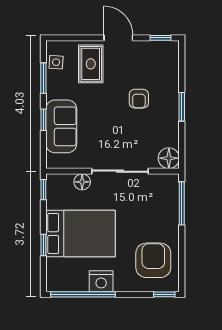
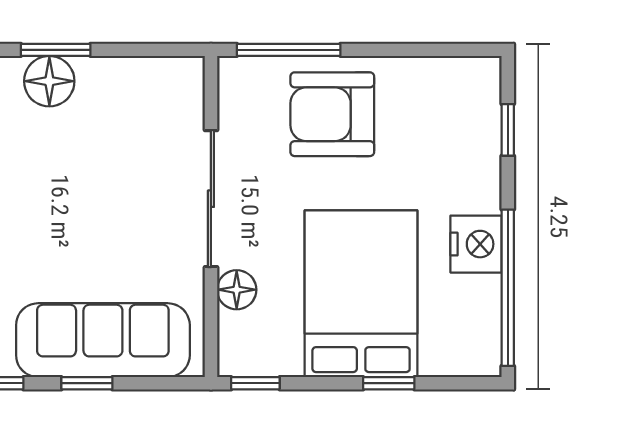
armchair: (139, 99) -> (36, 153), removed
sofa: (61, 126) -> (103, 340), width x1.36
floor lamp: (169, 158) -> (49, 81), moved
armchair: (153, 260) -> (332, 114), moved
window: (164, 294) -> (508, 130), moved

